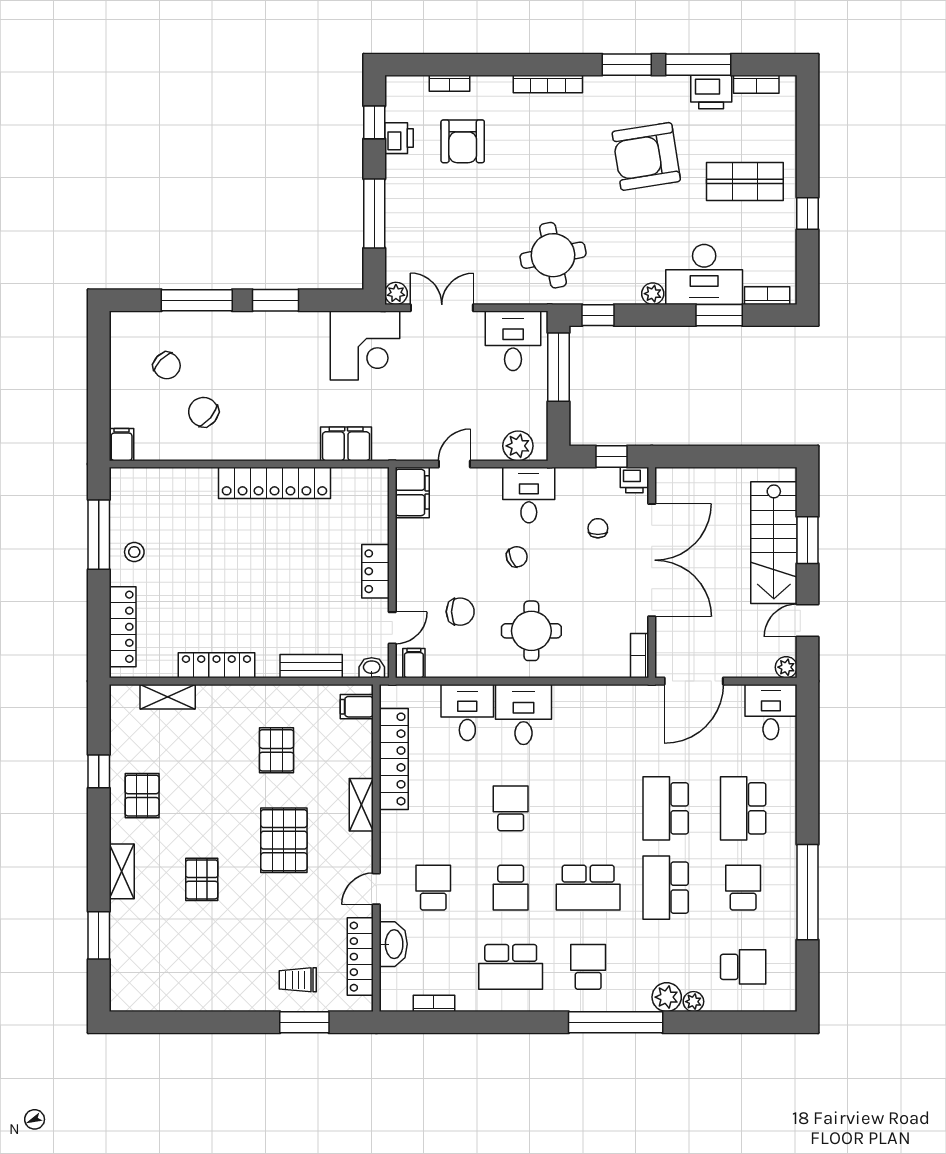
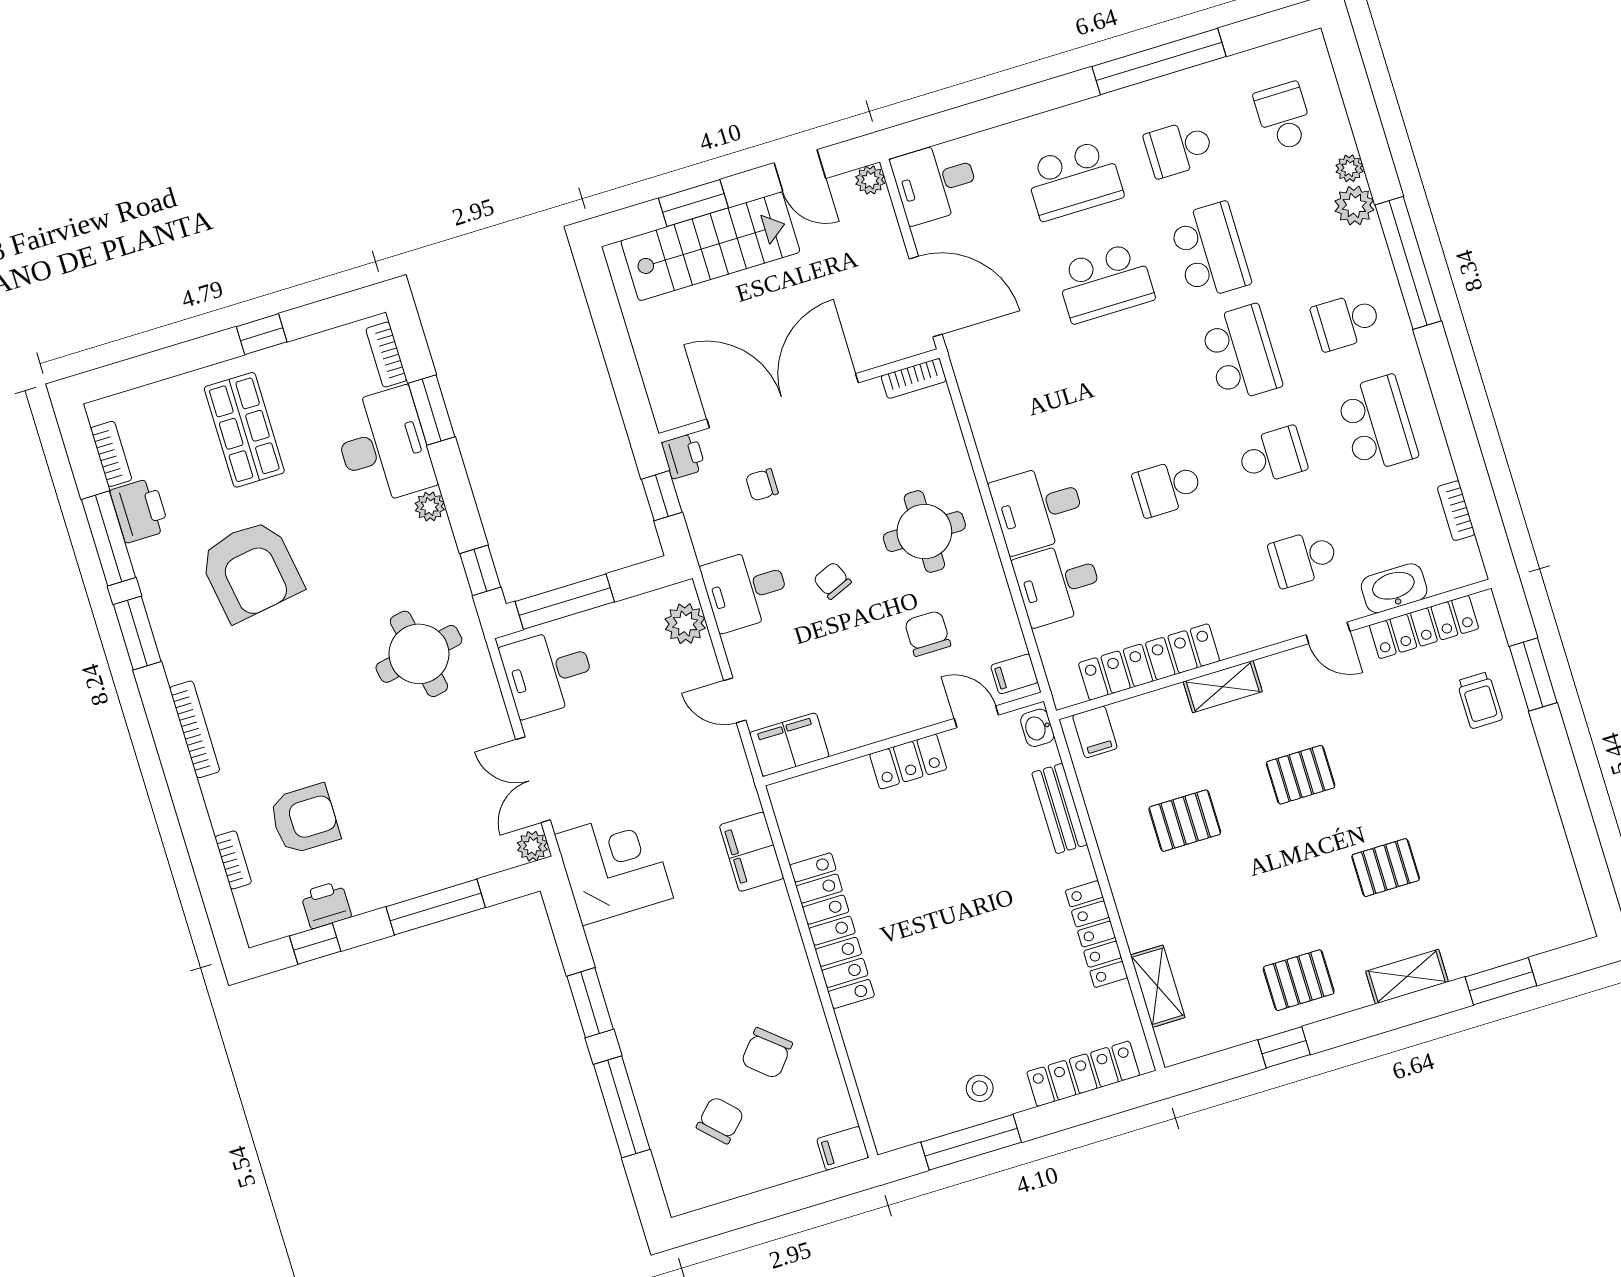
pallet: (284, 840) -> (1301, 775), width x0.67, depth x0.71
school desk: (666, 888) -> (1210, 251), turned -90

